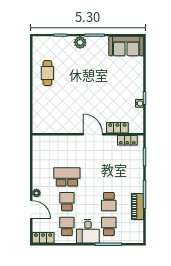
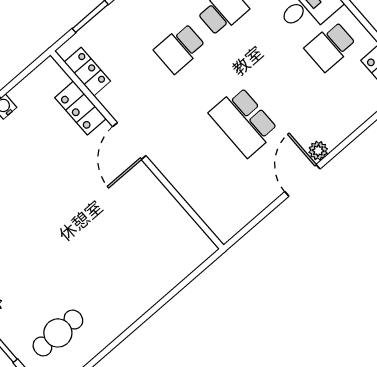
cafe table: (47, 73) -> (58, 333), moved
school desk: (67, 202) -> (180, 48), moved
door: (31, 210) -> (302, 180), moved

